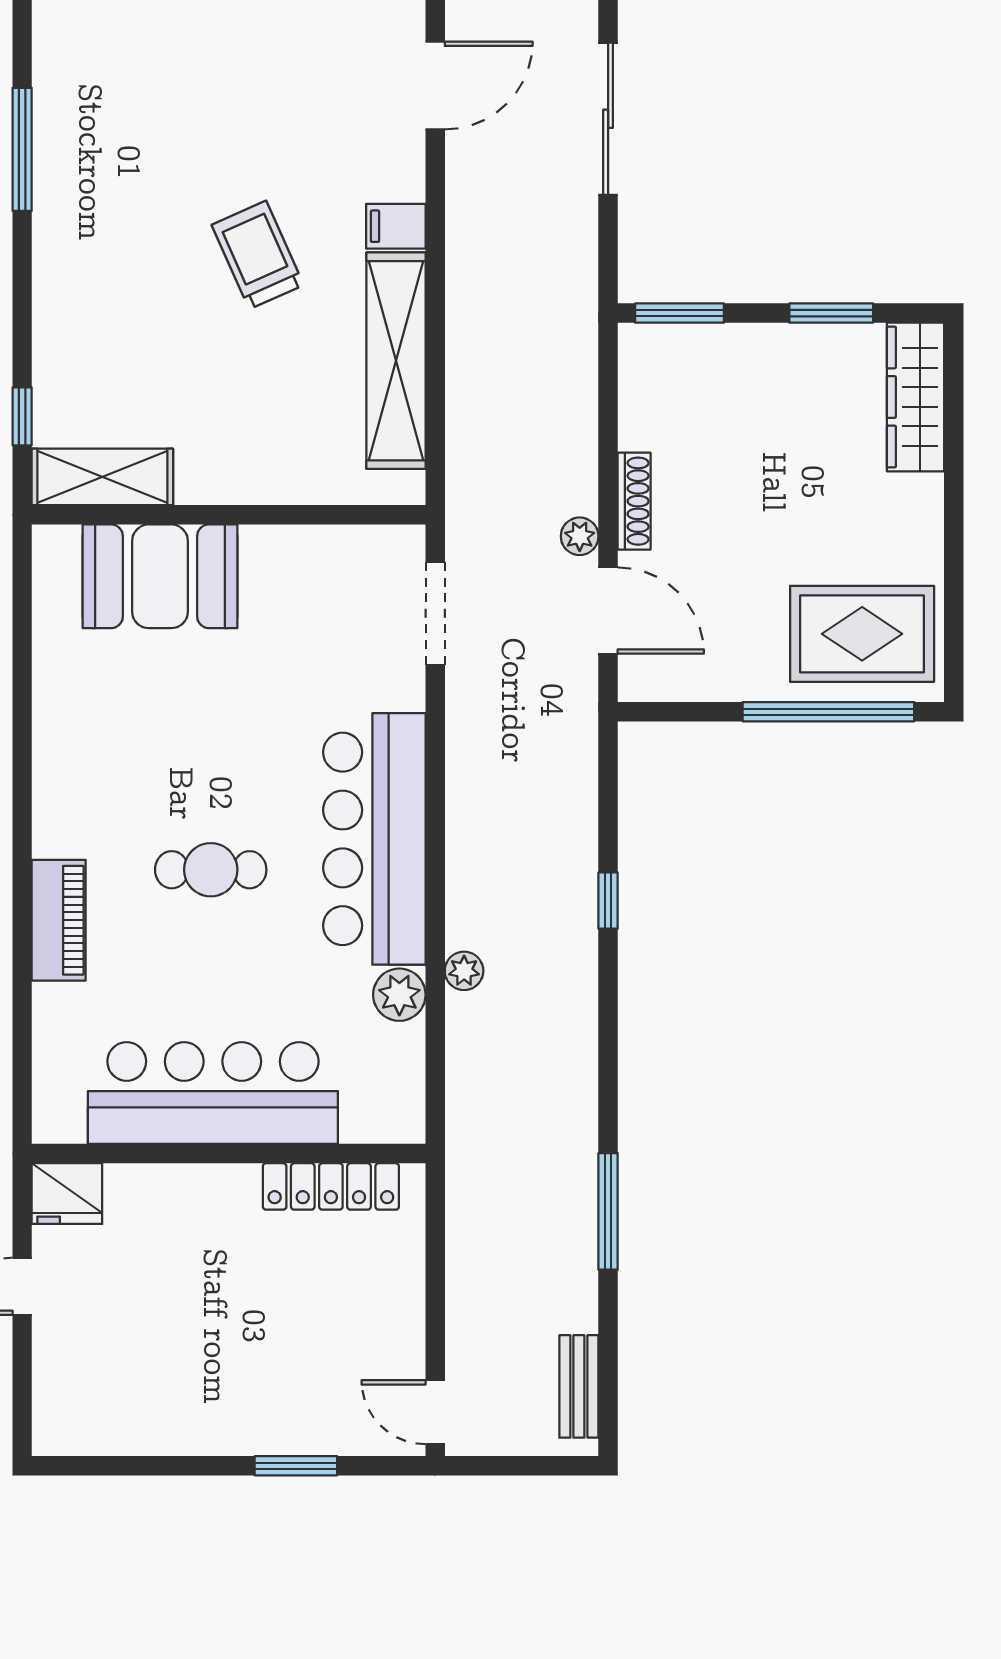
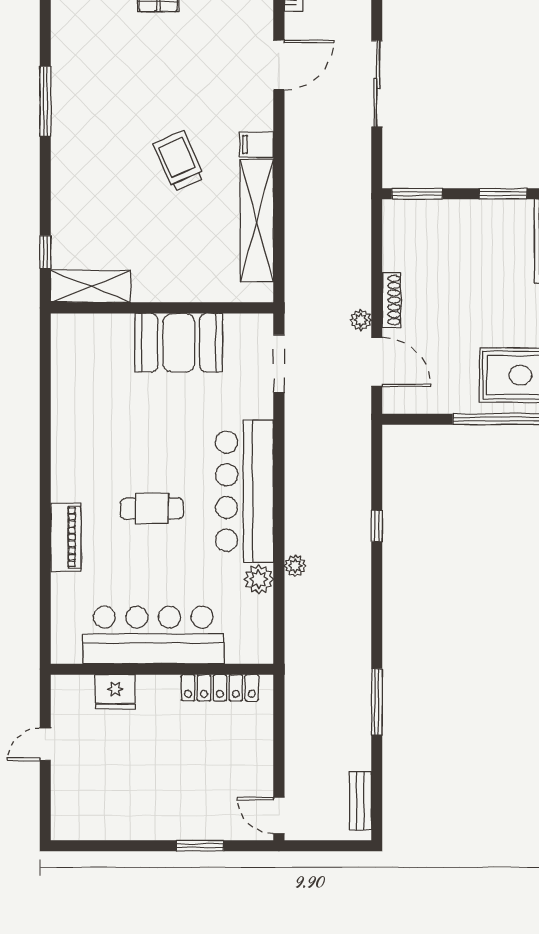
booth: (160, 576) -> (179, 343), moved
fridge: (67, 1194) -> (115, 692), moved

